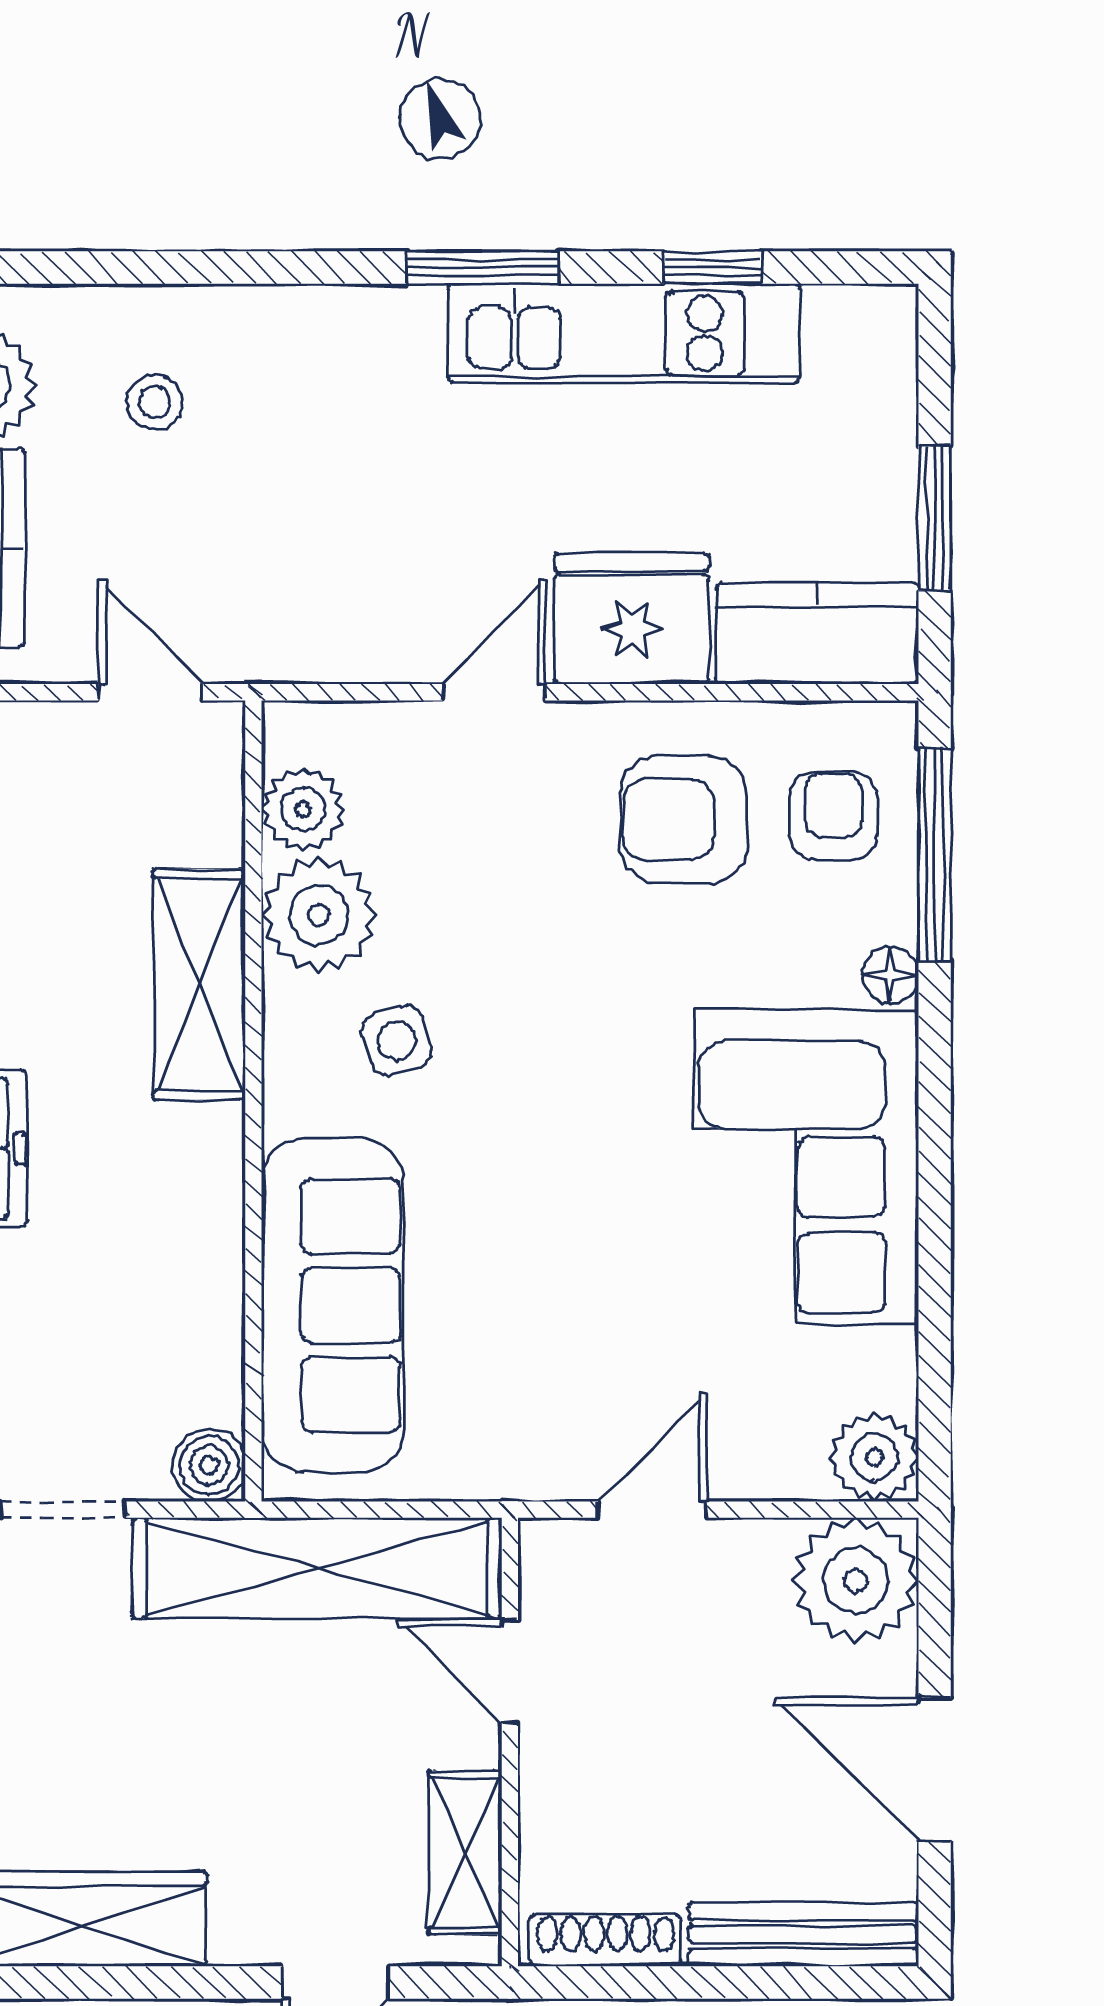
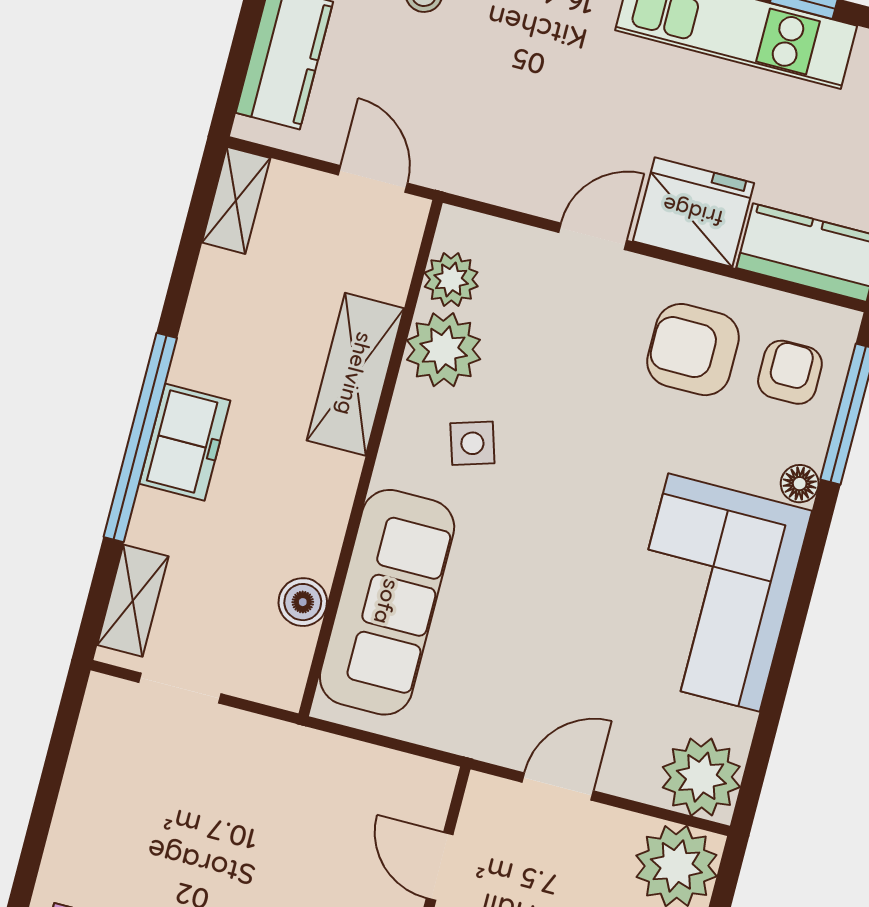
plant: (874, 1457) -> (701, 777), width x1.36, depth x1.36
boiler: (209, 1465) -> (303, 602), moved
shelving: (317, 1568) -> (333, 768), removed

